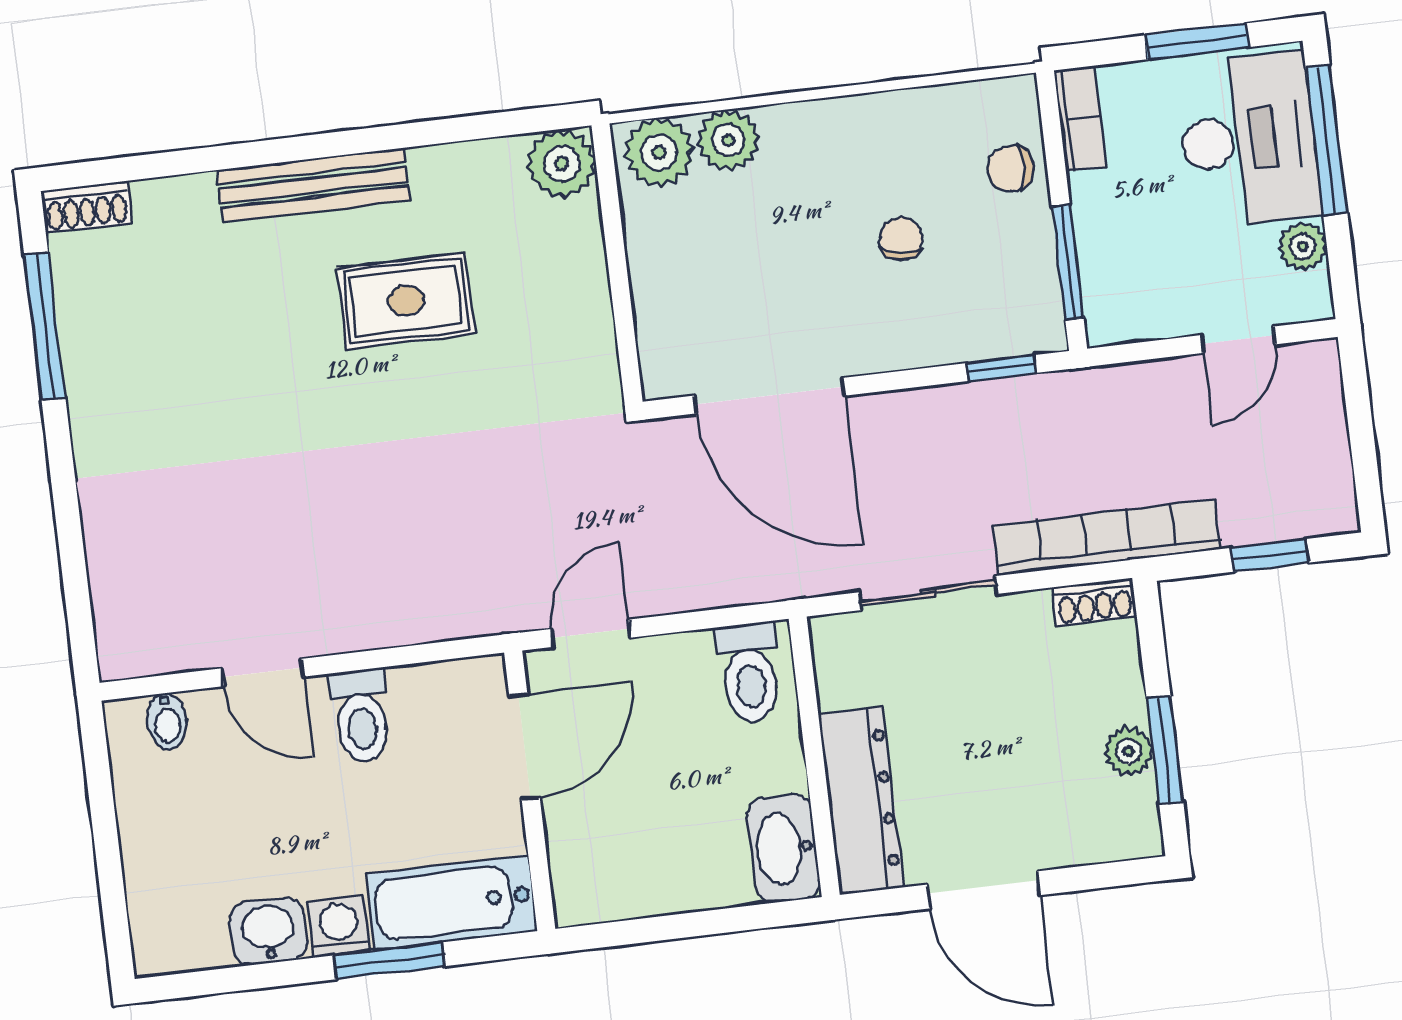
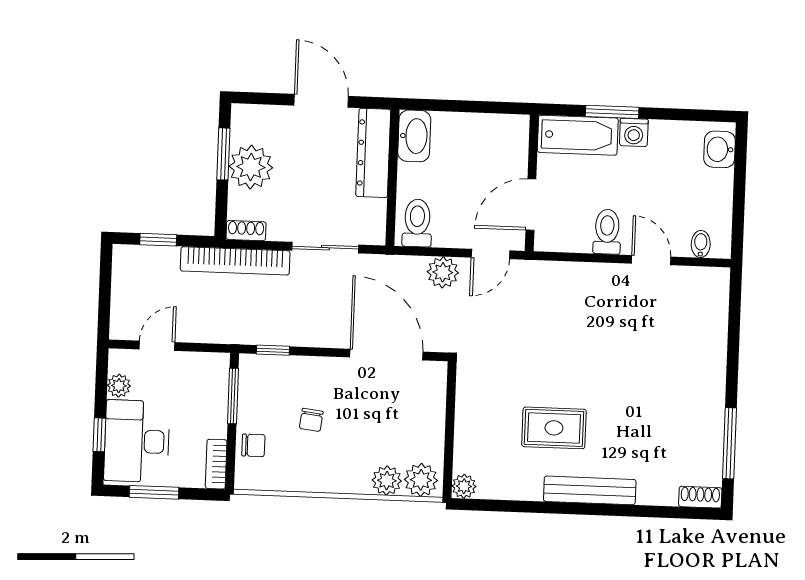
window: (1326, 140) -> (99, 435), width x0.46
plant: (562, 164) -> (464, 486), width x0.73, depth x0.73
plant: (682, 581) -> (443, 272), added
plant: (1129, 751) -> (251, 167), width x1.88, depth x1.88
washbasin: (268, 931) -> (720, 149), moved, turned 90

